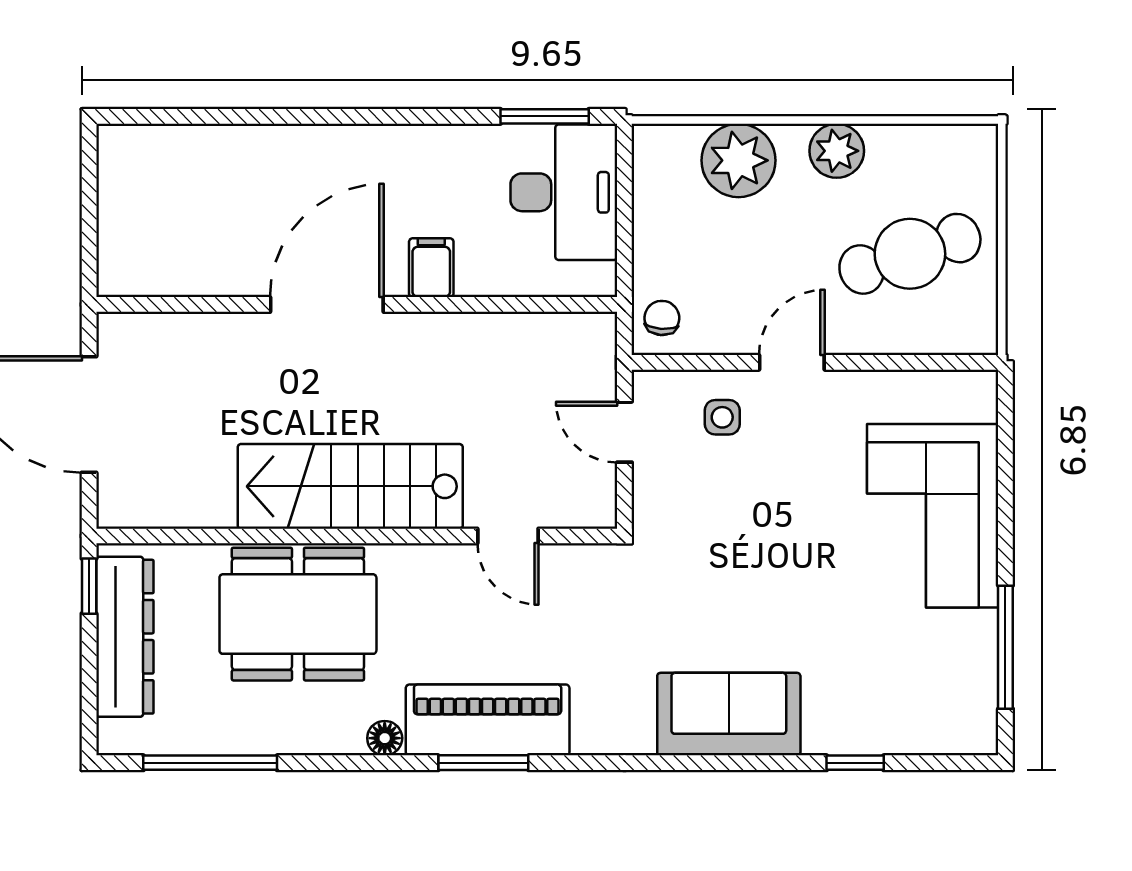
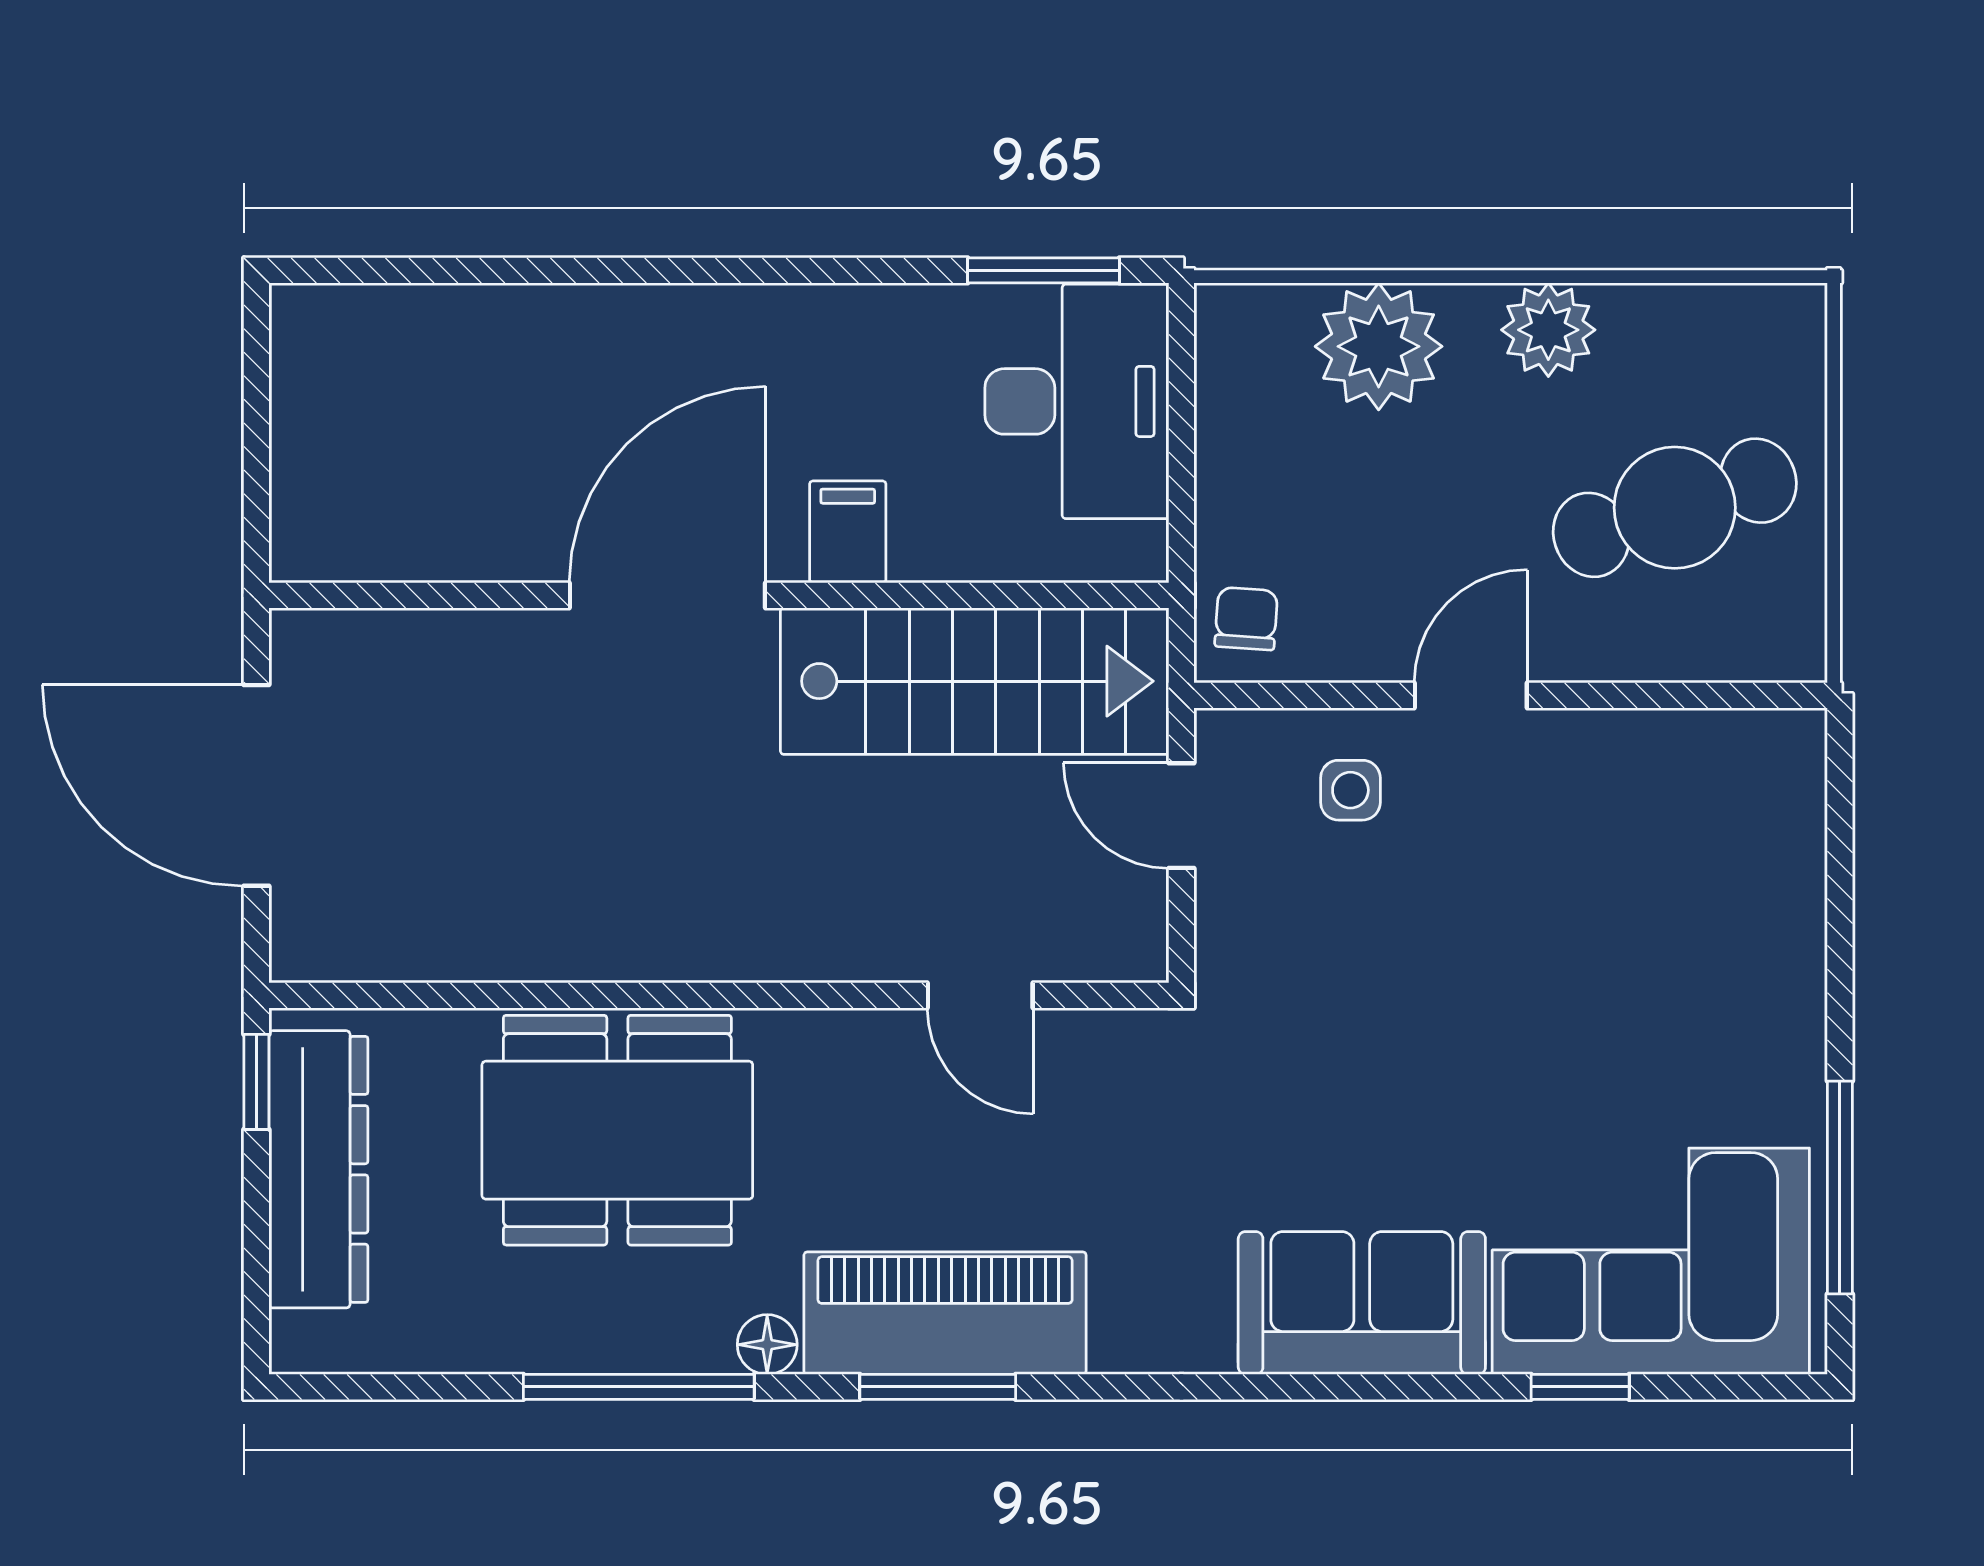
stairs: (350, 486) -> (975, 681), moved, turned 180
corner sofa: (933, 516) -> (1651, 1261), moved, turned 90
window: (210, 763) -> (639, 1387), moved

